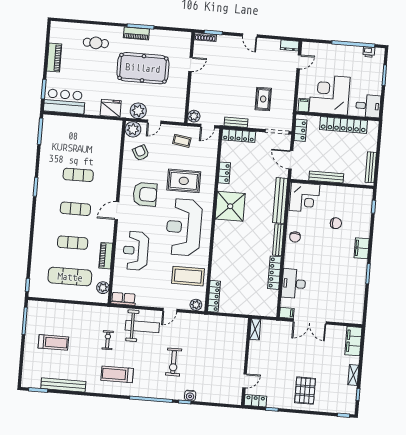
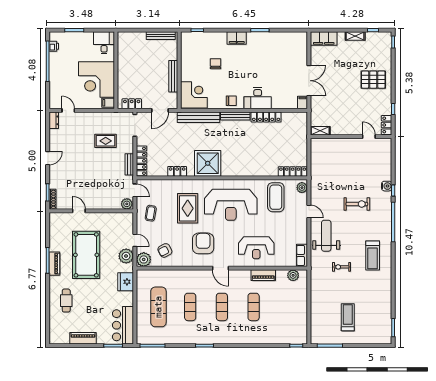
locker: (343, 125) -> (124, 64), removed
exercise mat: (70, 277) -> (158, 307), moved
desk: (294, 284) -> (258, 98), moved
bench: (63, 385) -> (387, 305), removed

